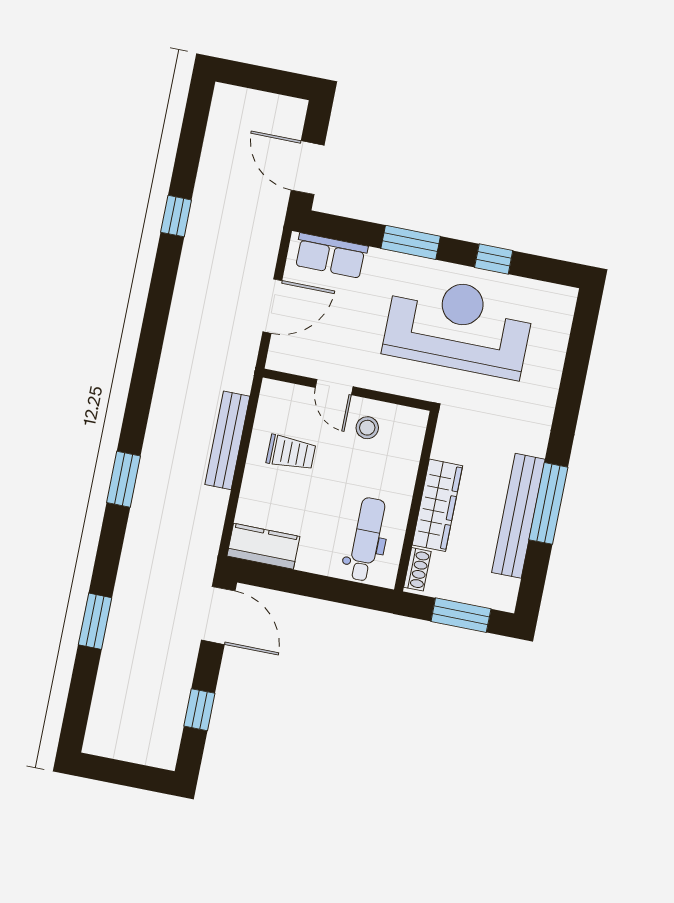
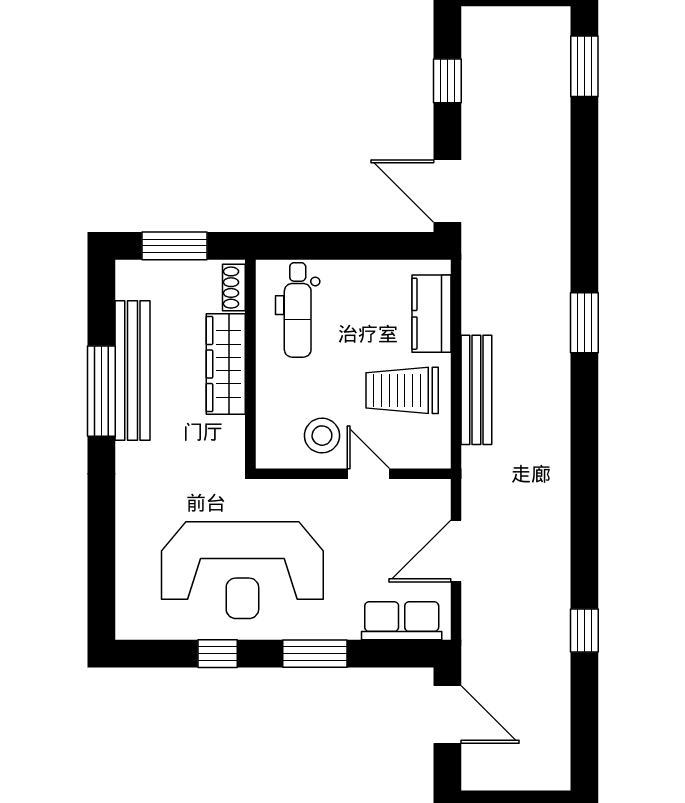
stool: (367, 428) -> (322, 436), width x1.37, depth x1.37
trolley: (291, 453) -> (402, 390), width x1.36, depth x1.39
kitchen counter: (263, 546) -> (431, 314), moved, turned 90
window: (95, 621) -> (584, 66), moved

